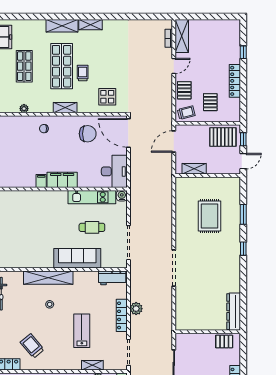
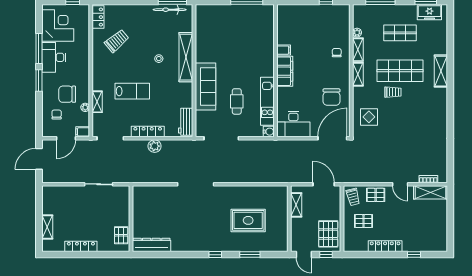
shelving: (90, 25) -> (358, 50), moved

